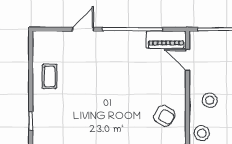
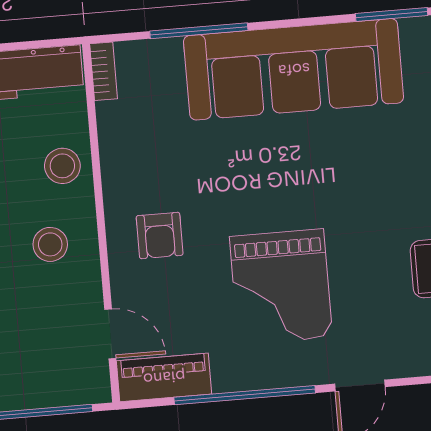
grand piano: (113, 74) -> (281, 287), added
armchair: (164, 116) -> (160, 235), moved, turned -120

